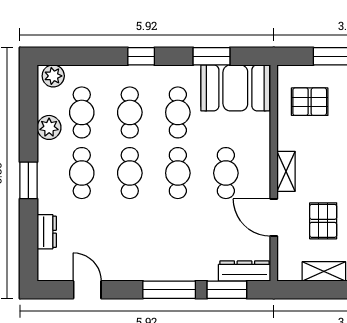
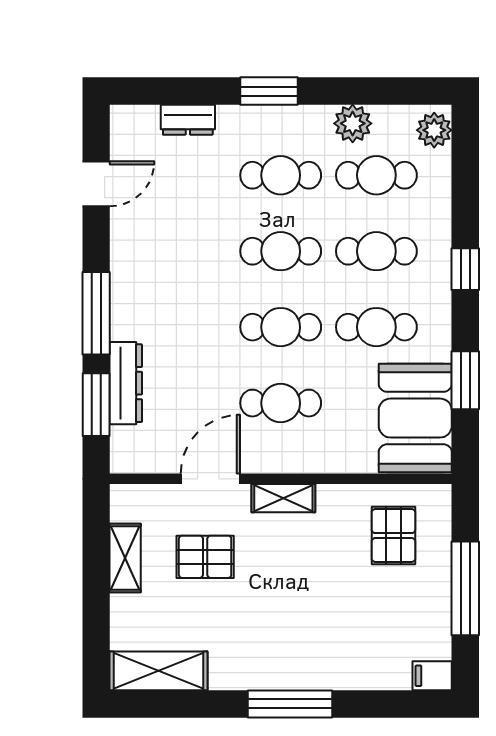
dresser: (245, 271) -> (126, 383), moved

